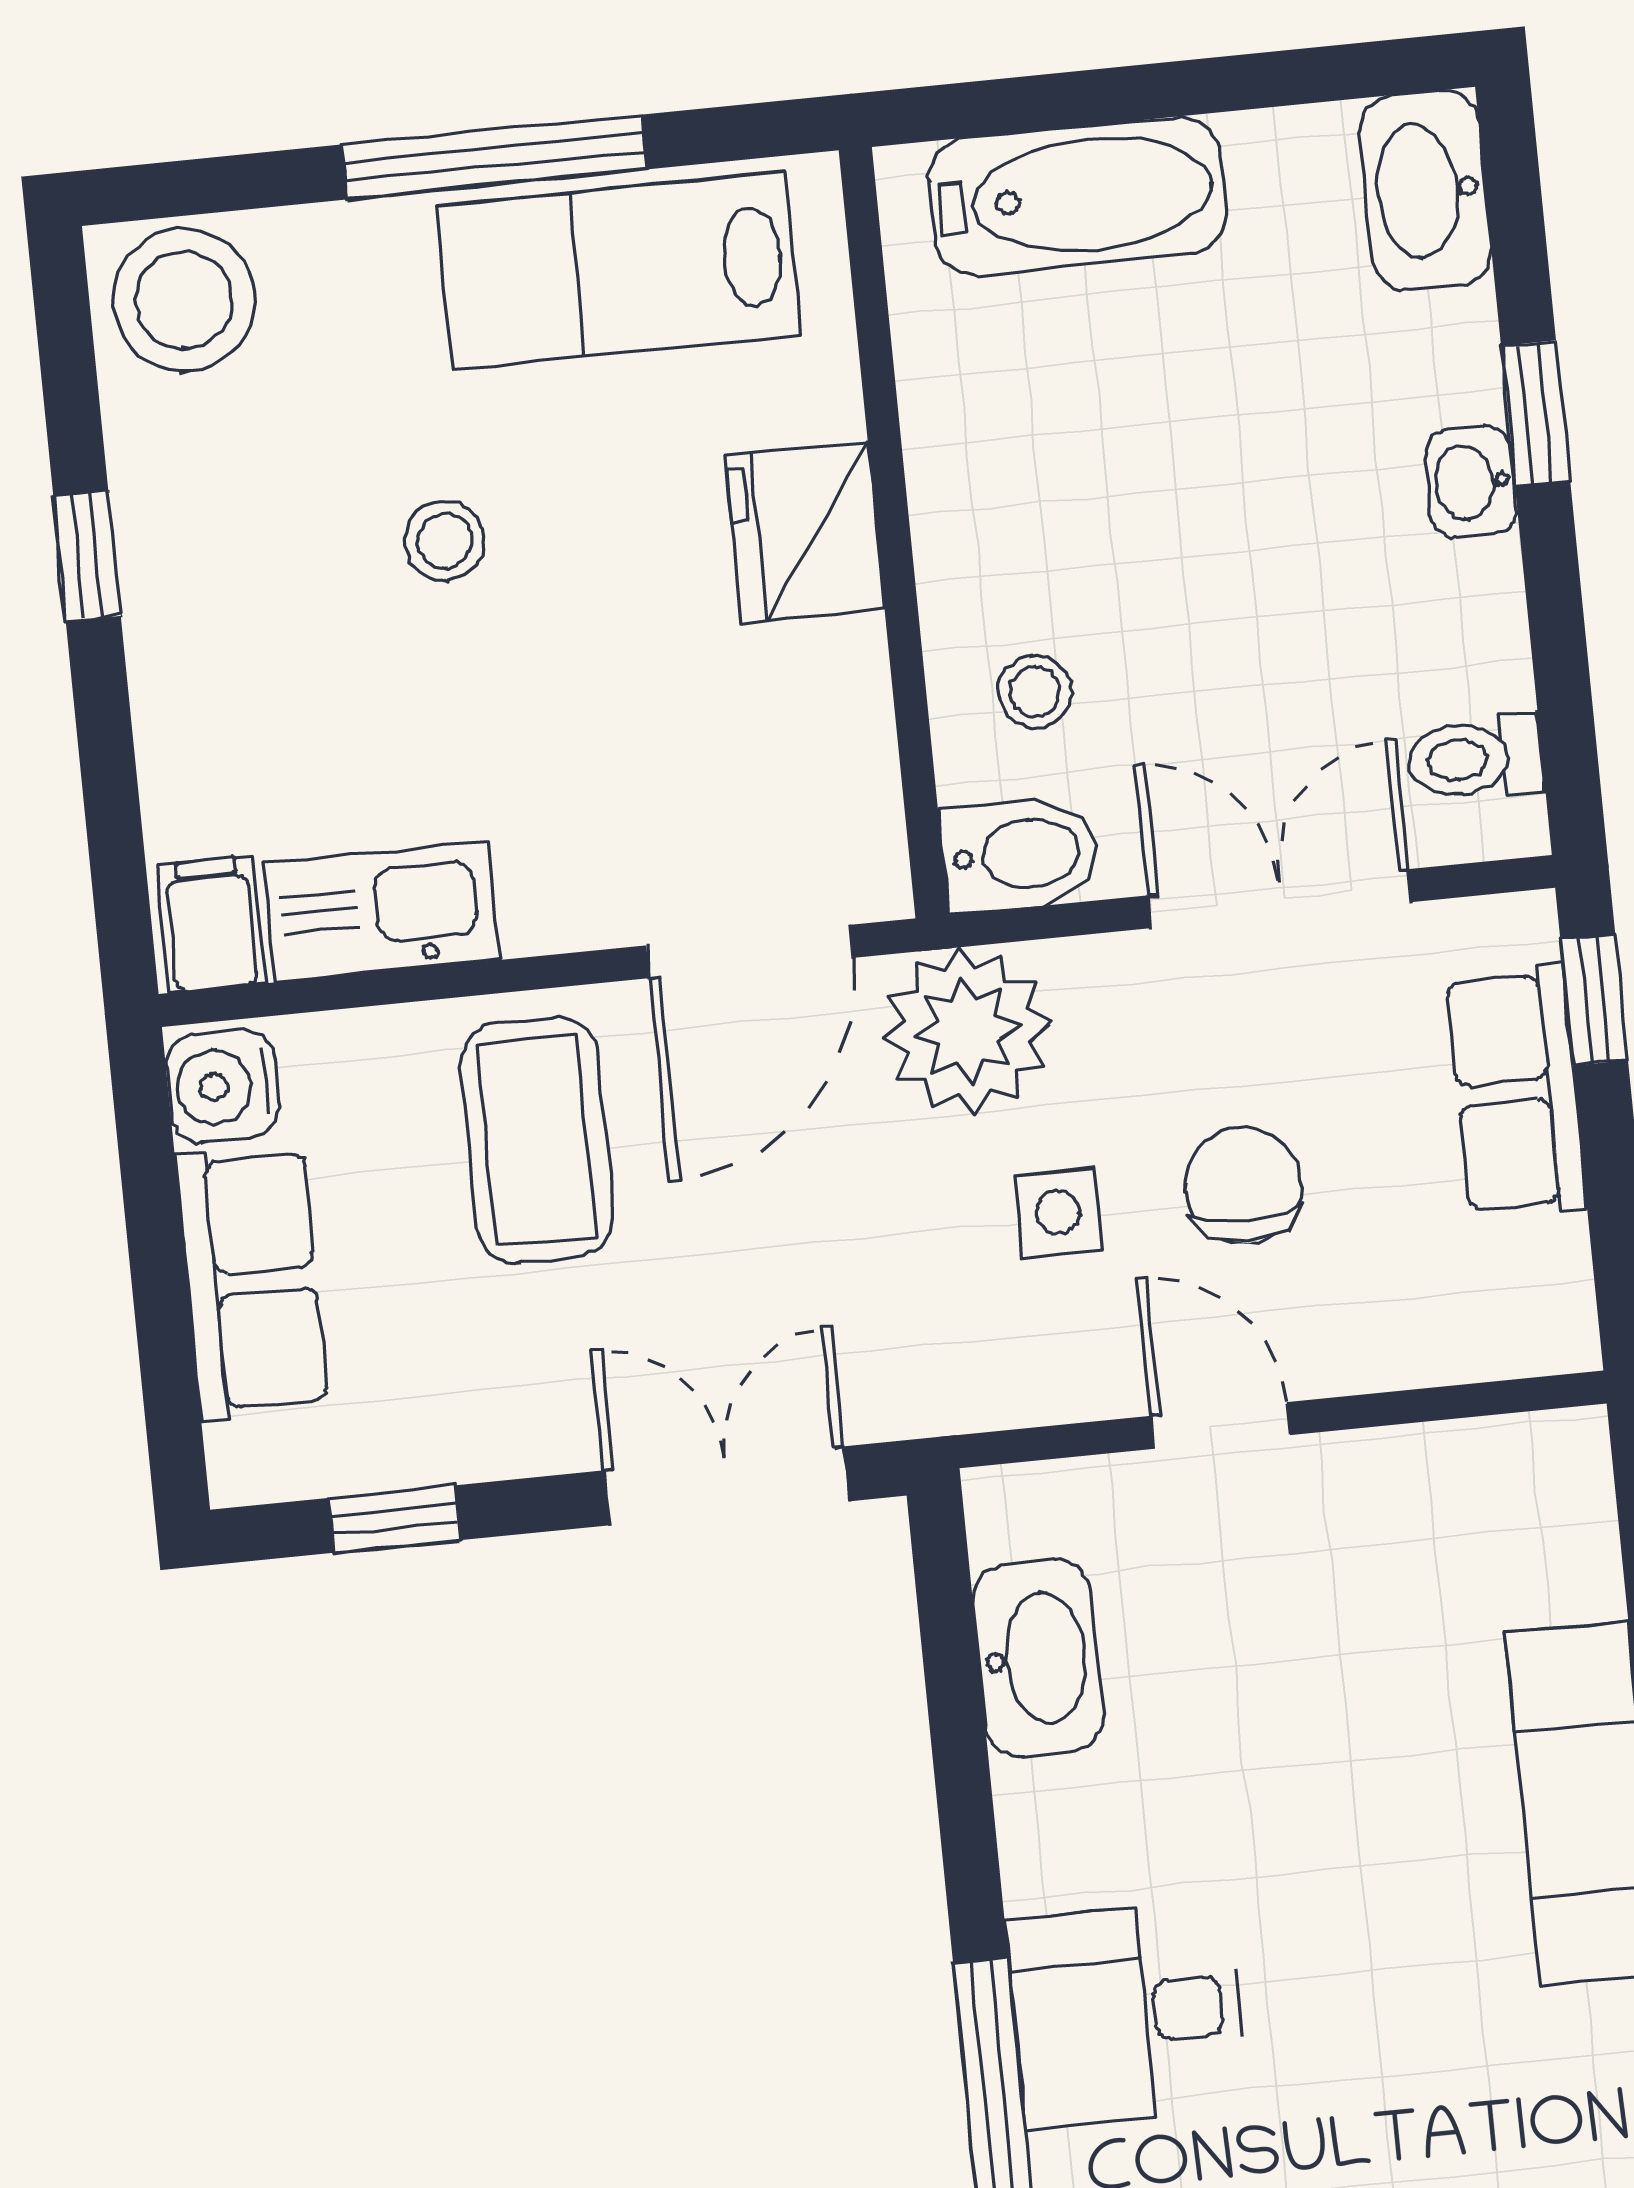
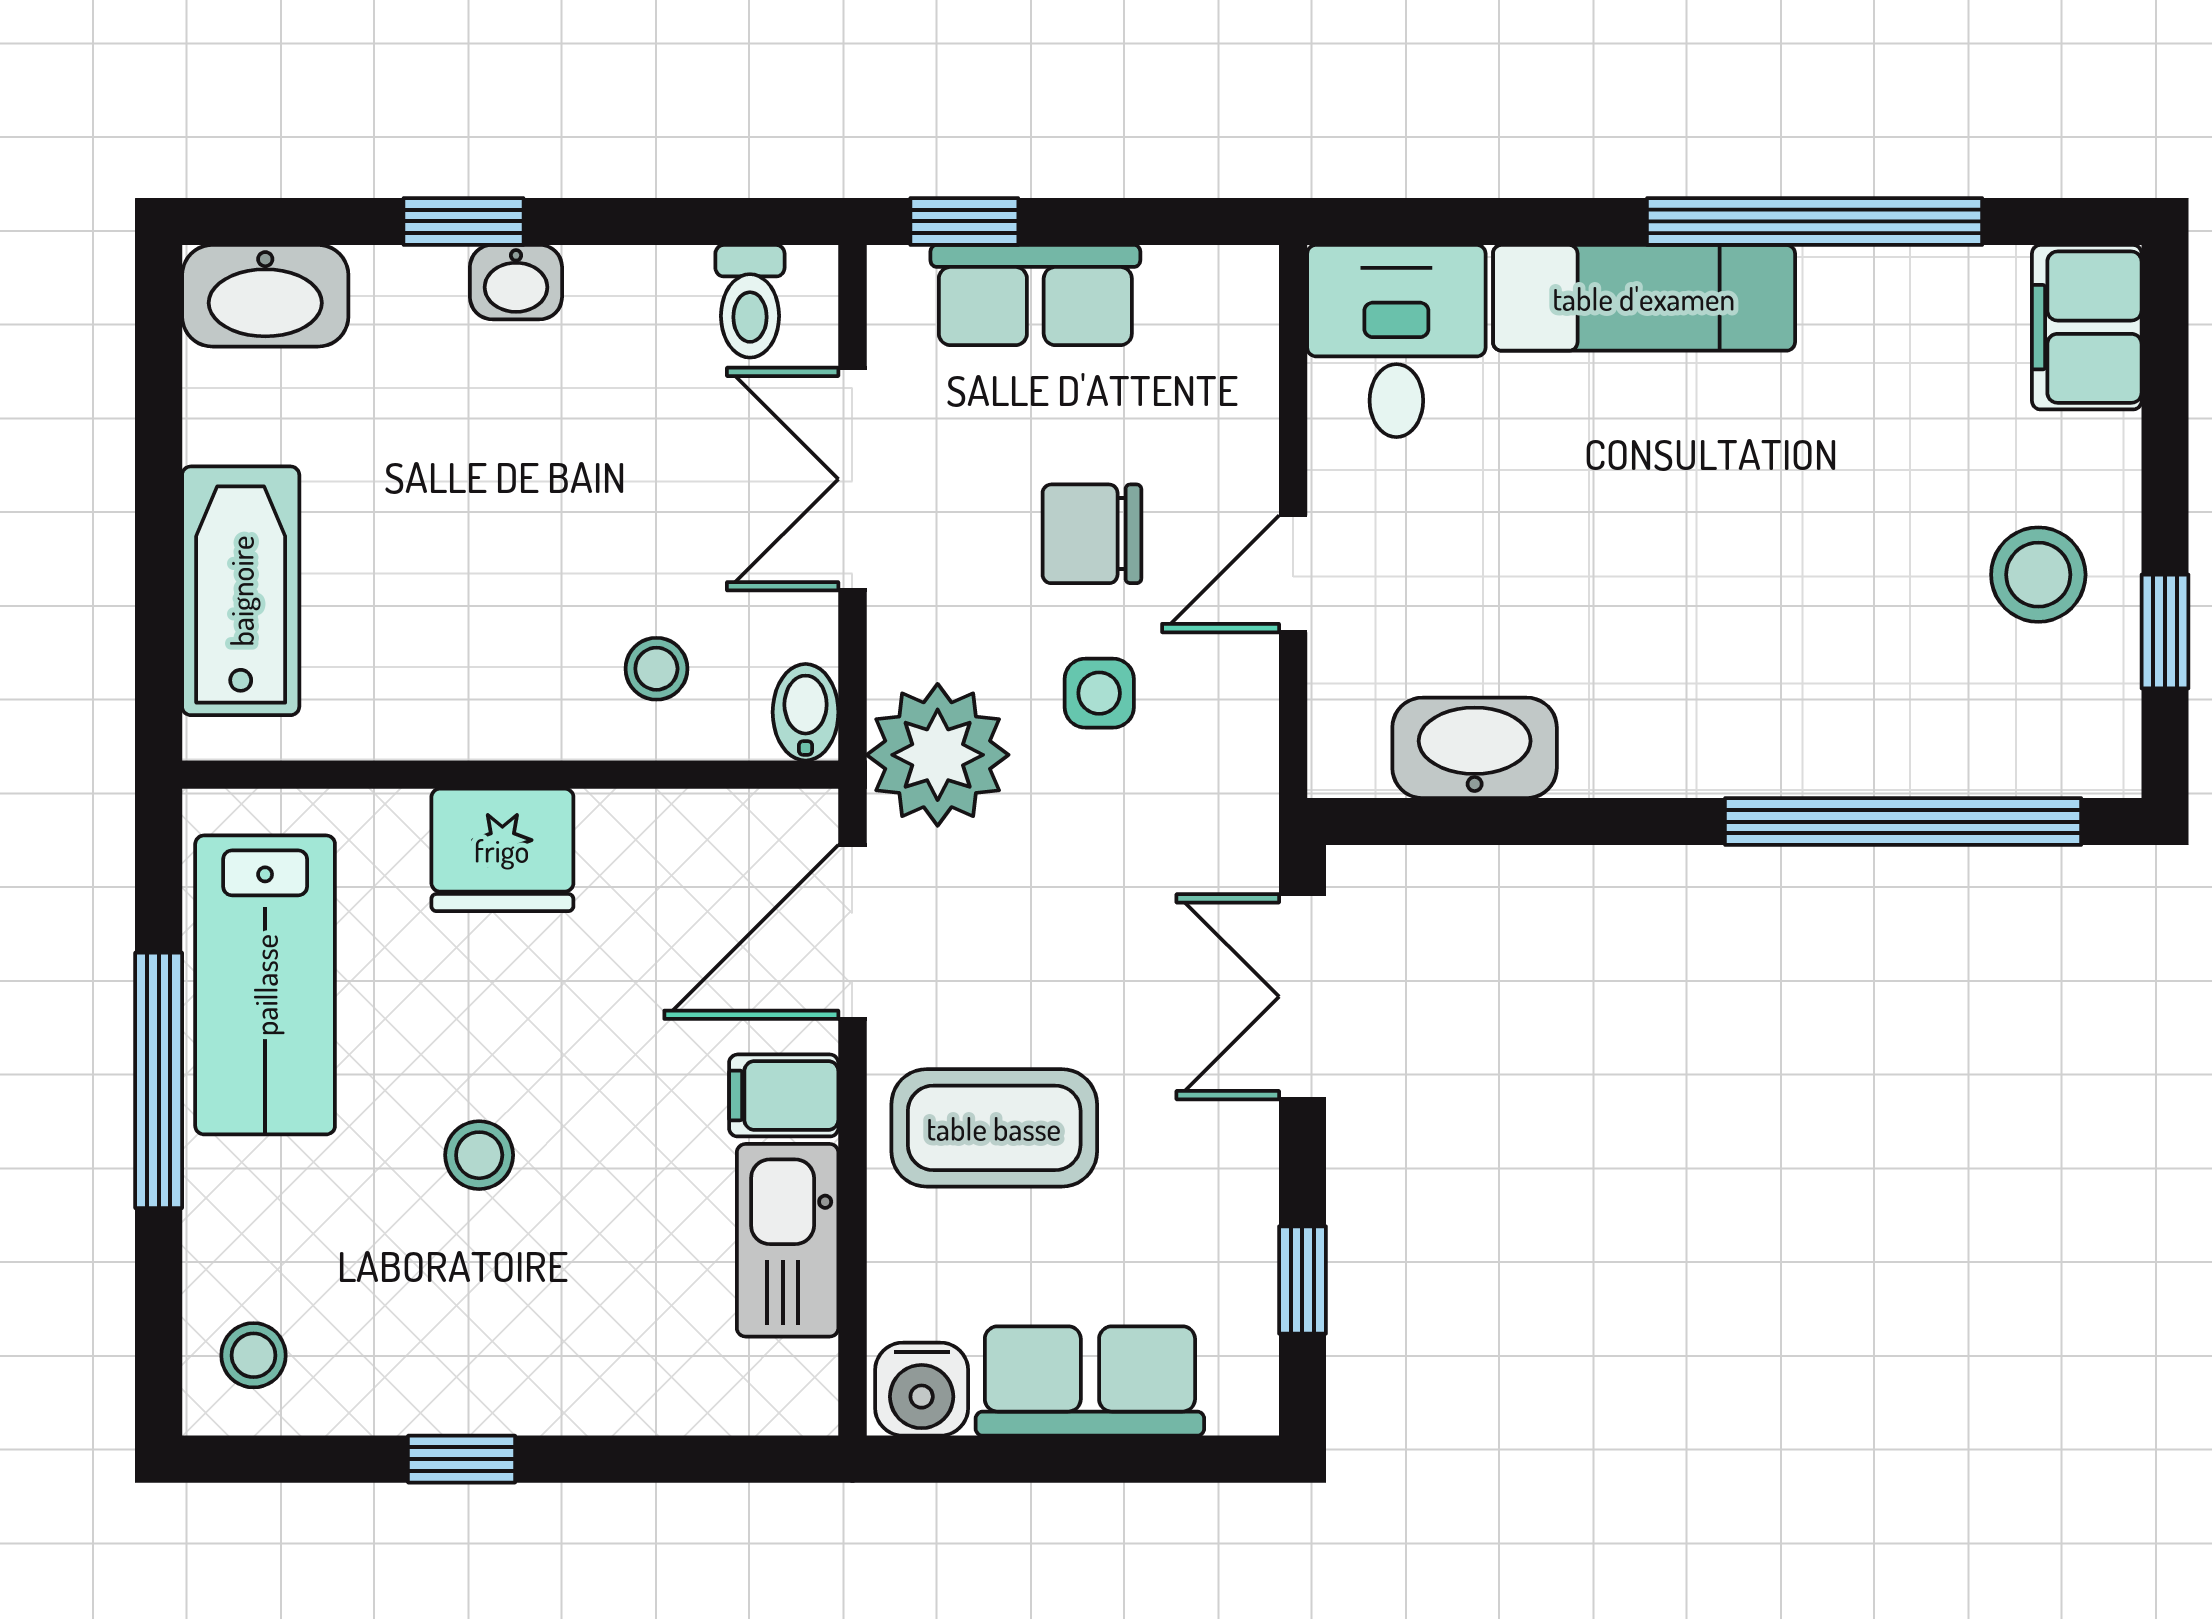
stool: (184, 300) -> (254, 1355), width x0.53, depth x0.53
bidet: (1020, 854) -> (806, 712), width x0.72, depth x0.74
filing cabinet: (211, 924) -> (784, 1095), moved
door: (750, 952) -> (852, 932), swing flipped
desk: (1127, 2014) -> (1396, 341), moved, turned 180

